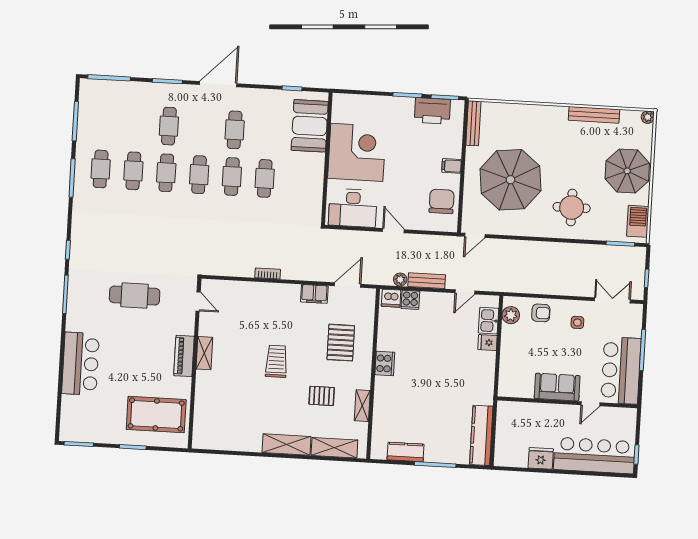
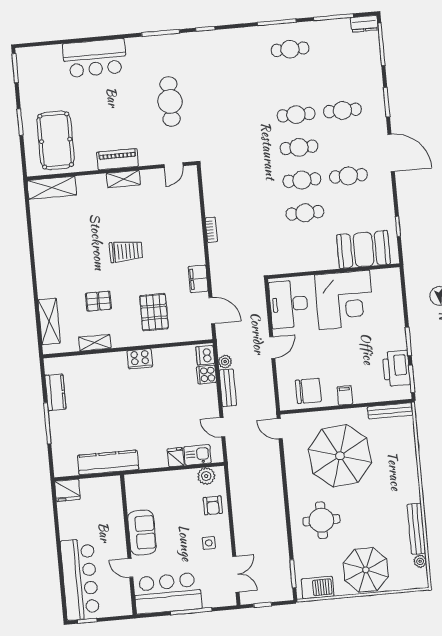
dresser: (86, 92) -> (364, 24), added
plant: (648, 117) -> (420, 561), moved
cafe table: (133, 171) -> (293, 82), removed
pallet: (341, 343) -> (154, 312), turned 90
pallet: (322, 396) -> (98, 301), turned 90
kitchen counter: (481, 435) -> (108, 462), moved
shelving: (287, 445) -> (52, 188), moved, turned 90
fridge: (541, 458) -> (67, 490), moved, turned 90

